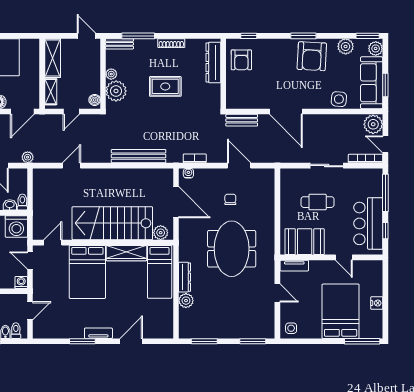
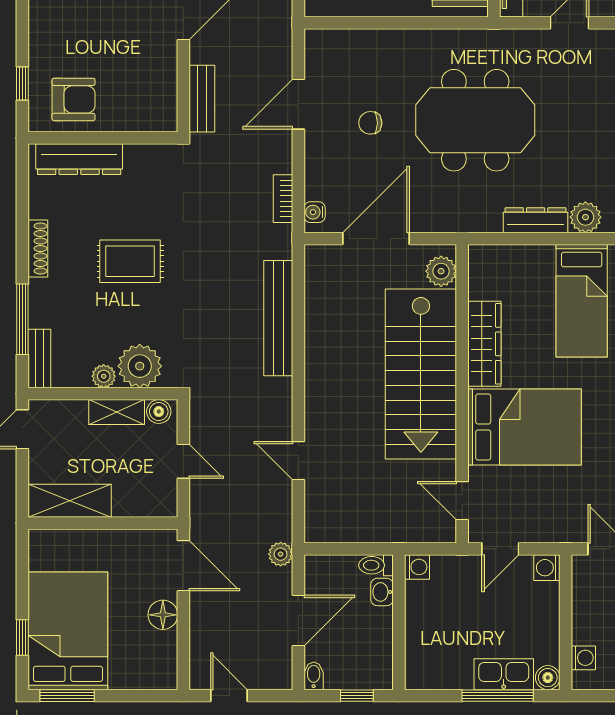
rug: (165, 86) -> (130, 261), turned 90
shelving: (51, 92) -> (117, 412), moved
washing machine: (16, 226) -> (417, 567), width x0.53, depth x0.53
bed: (160, 272) -> (582, 301), moved, turned 90

